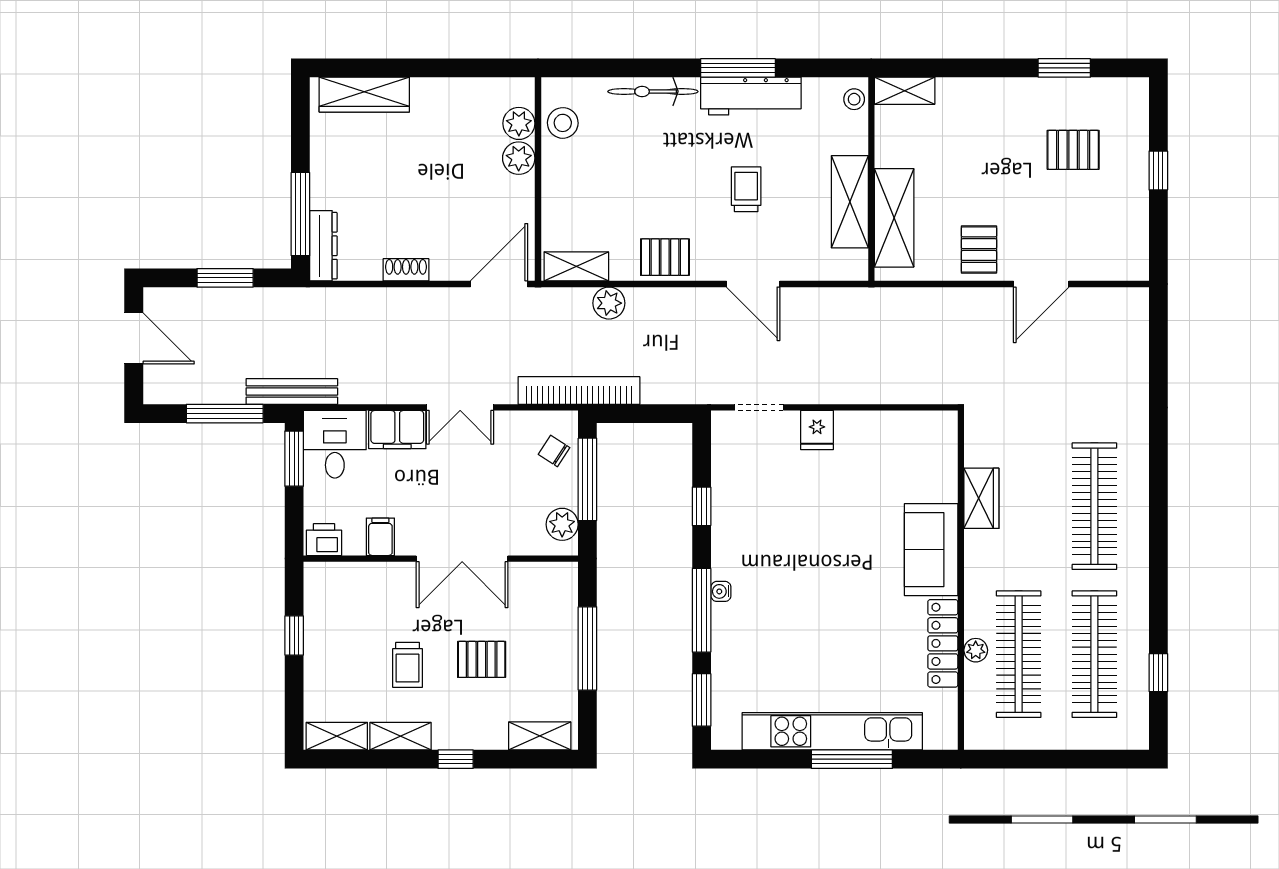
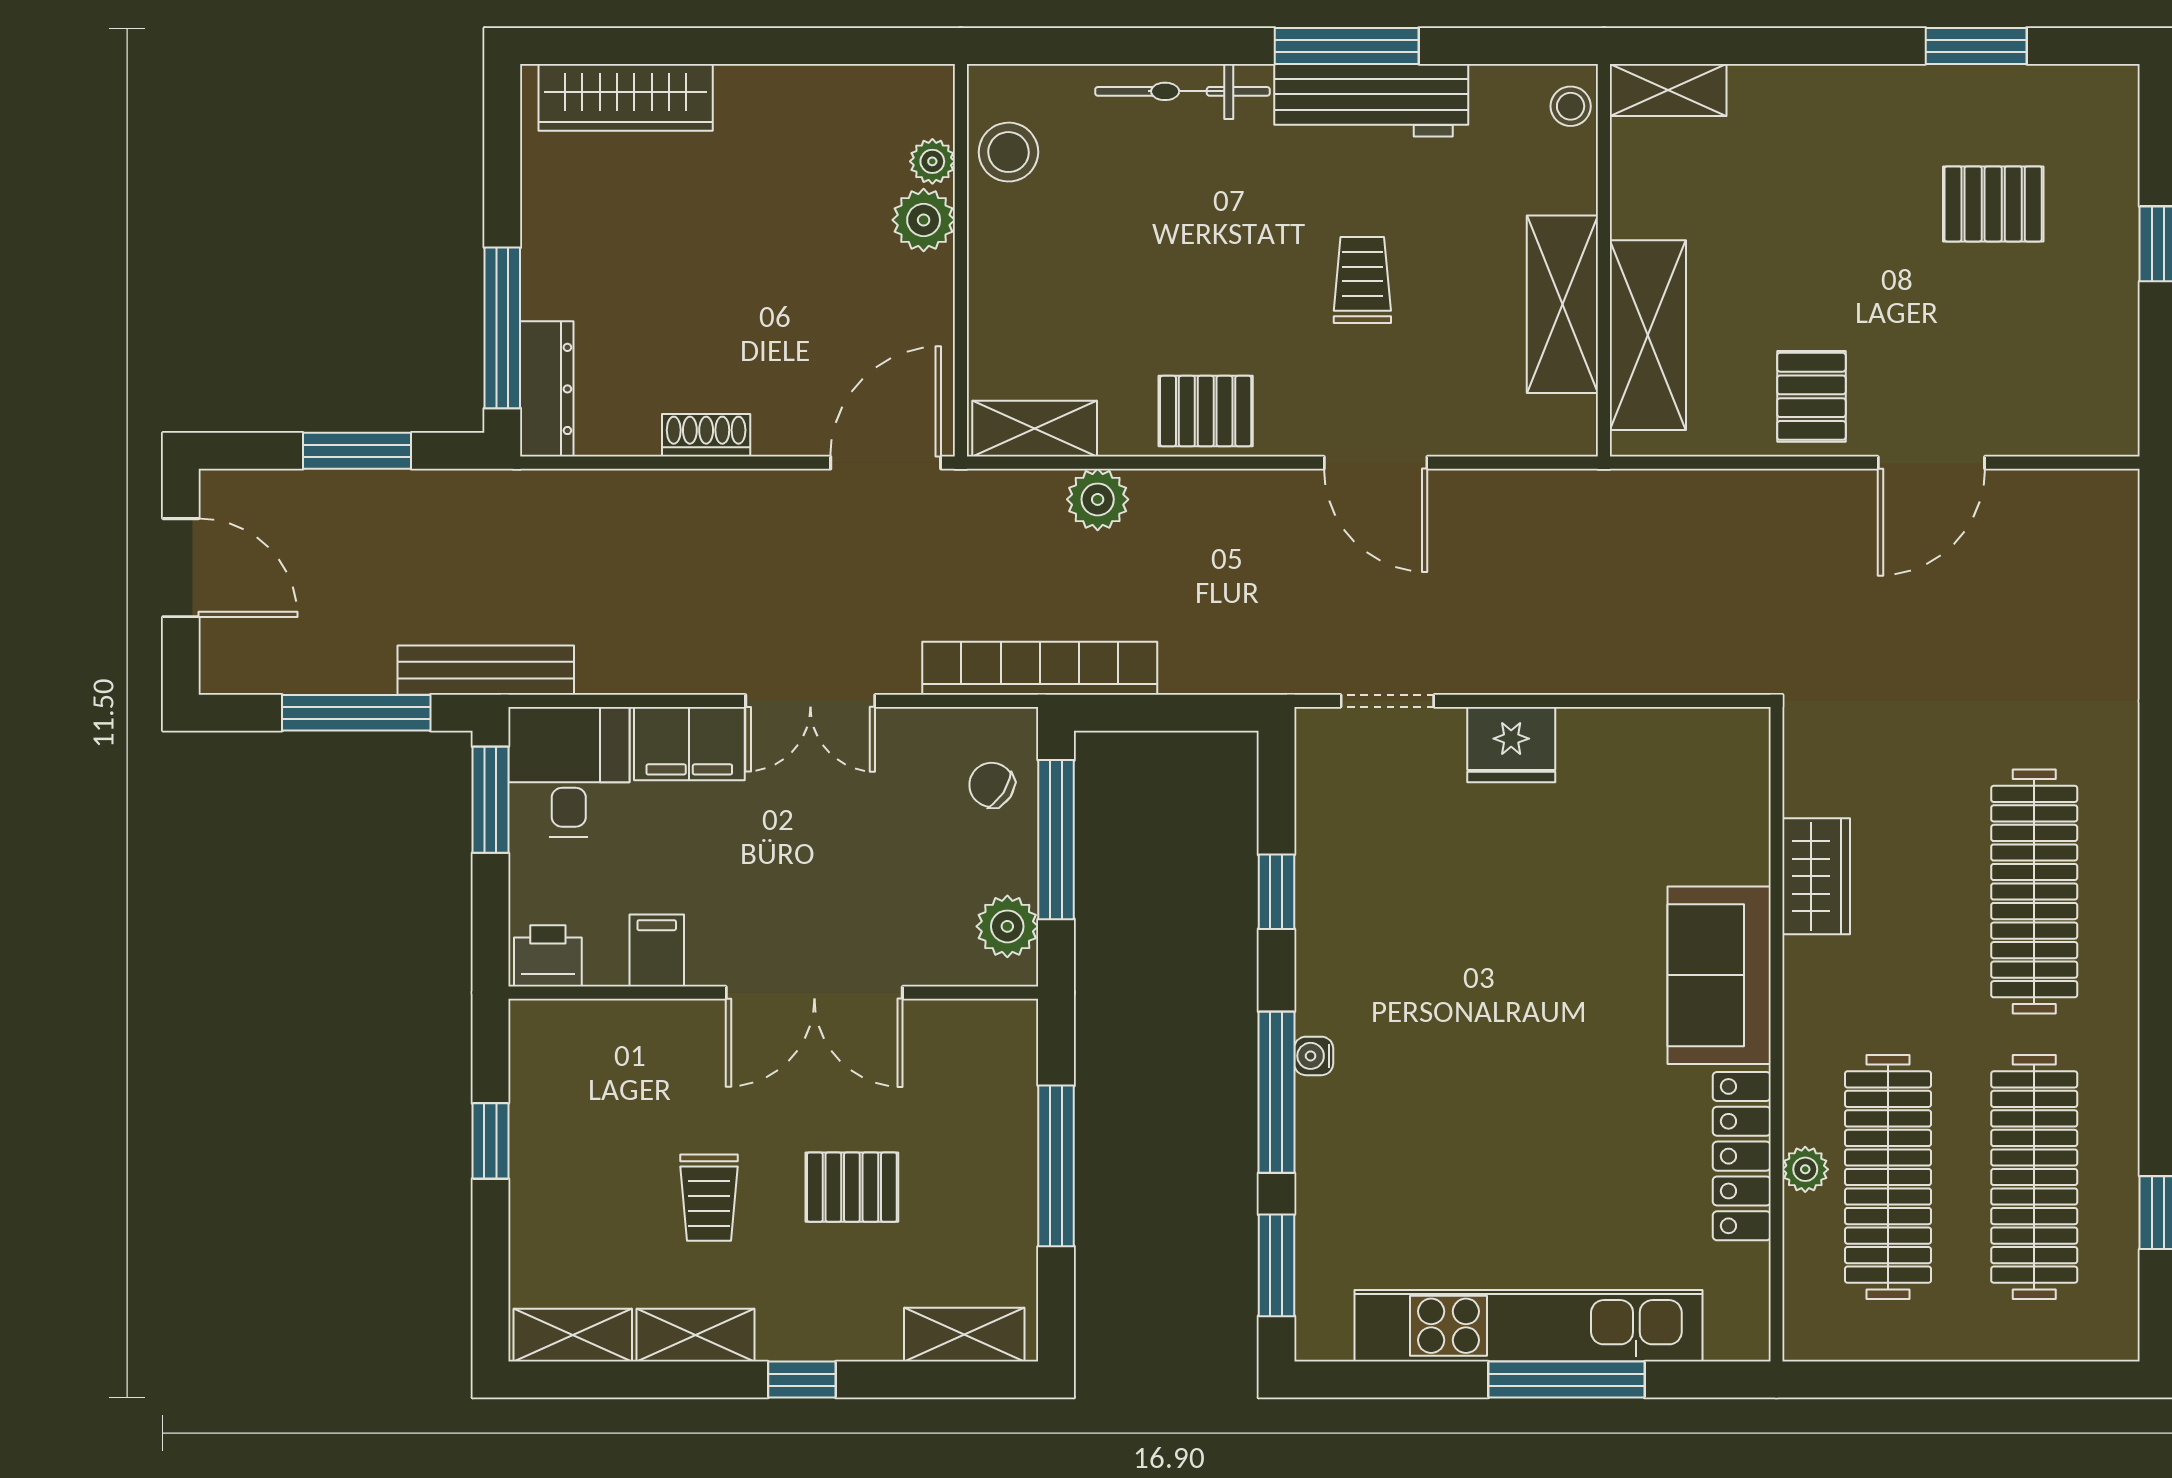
plant: (519, 123) -> (932, 161), width x0.73, depth x0.73
fridge: (817, 430) -> (1511, 745), width x1.38

